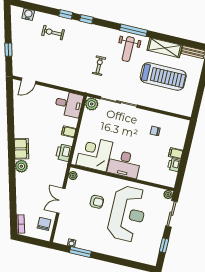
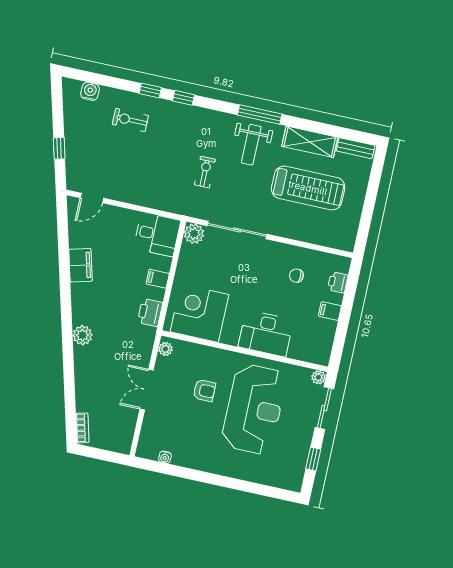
filing cabinet: (21, 149) -> (81, 265), moved
desk: (124, 164) -> (266, 333), moved
printer: (174, 165) -> (338, 282), moved
chair: (44, 224) -> (120, 427), removed
window: (80, 252) -> (179, 472), removed

